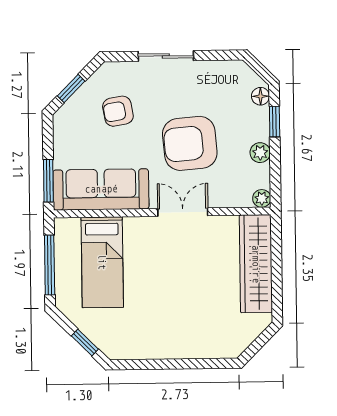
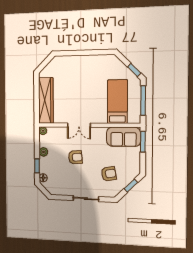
armchair: (190, 143) -> (75, 157), width x0.53, depth x0.53
sofa: (101, 189) -> (124, 137), width x0.73
window: (85, 343) -> (134, 70), moved

